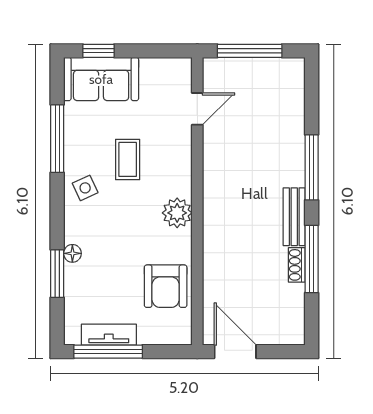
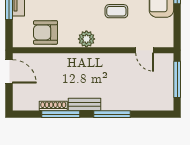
shoe rack: (297, 265) -> (53, 106), width x1.43
door: (235, 352) -> (9, 71), hinge flipped

